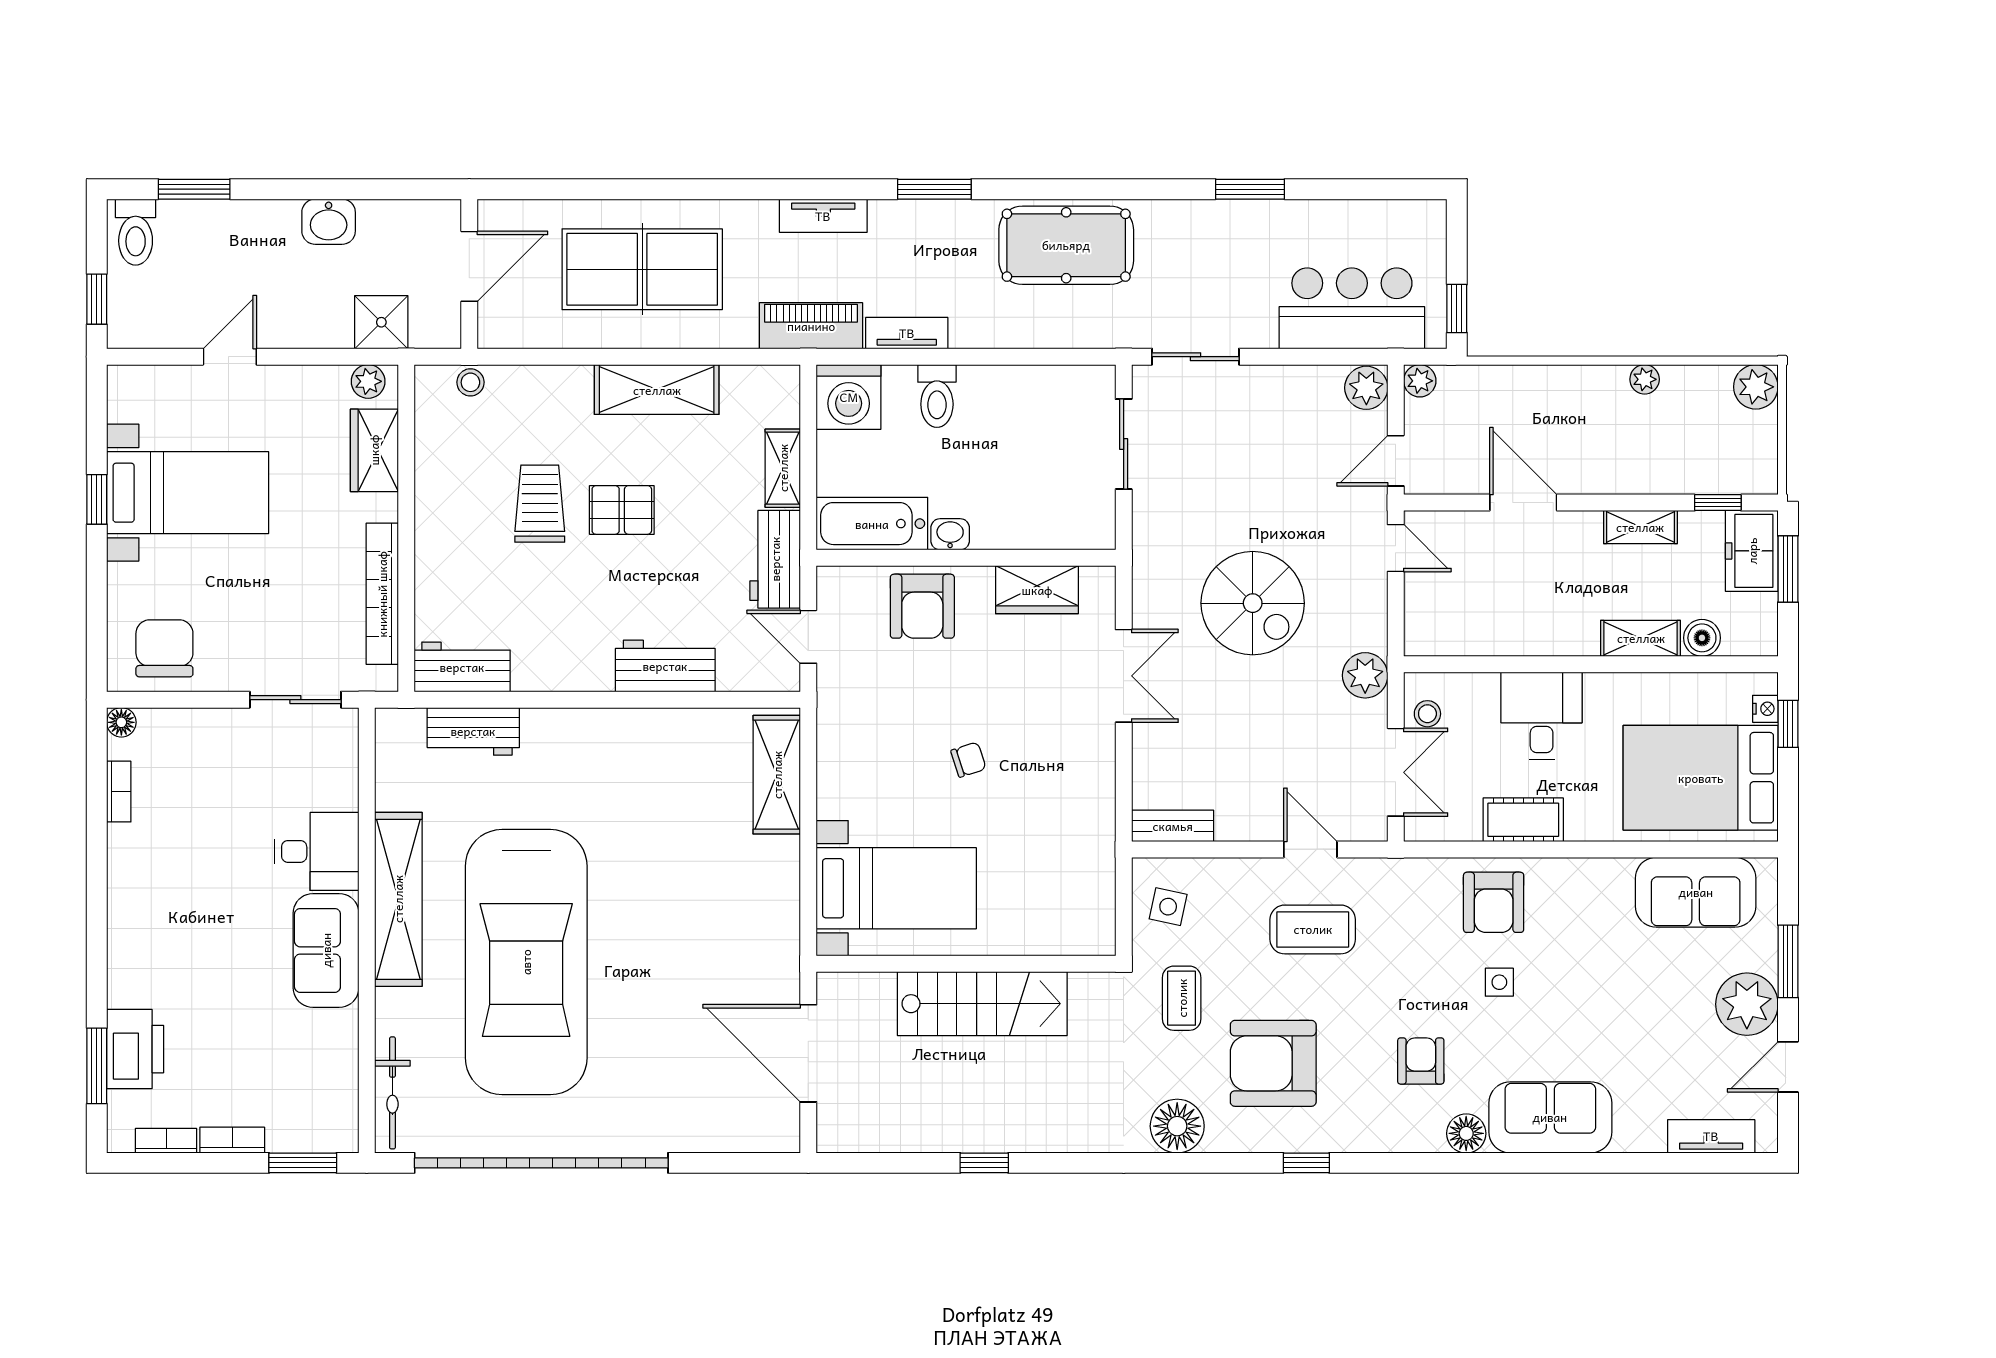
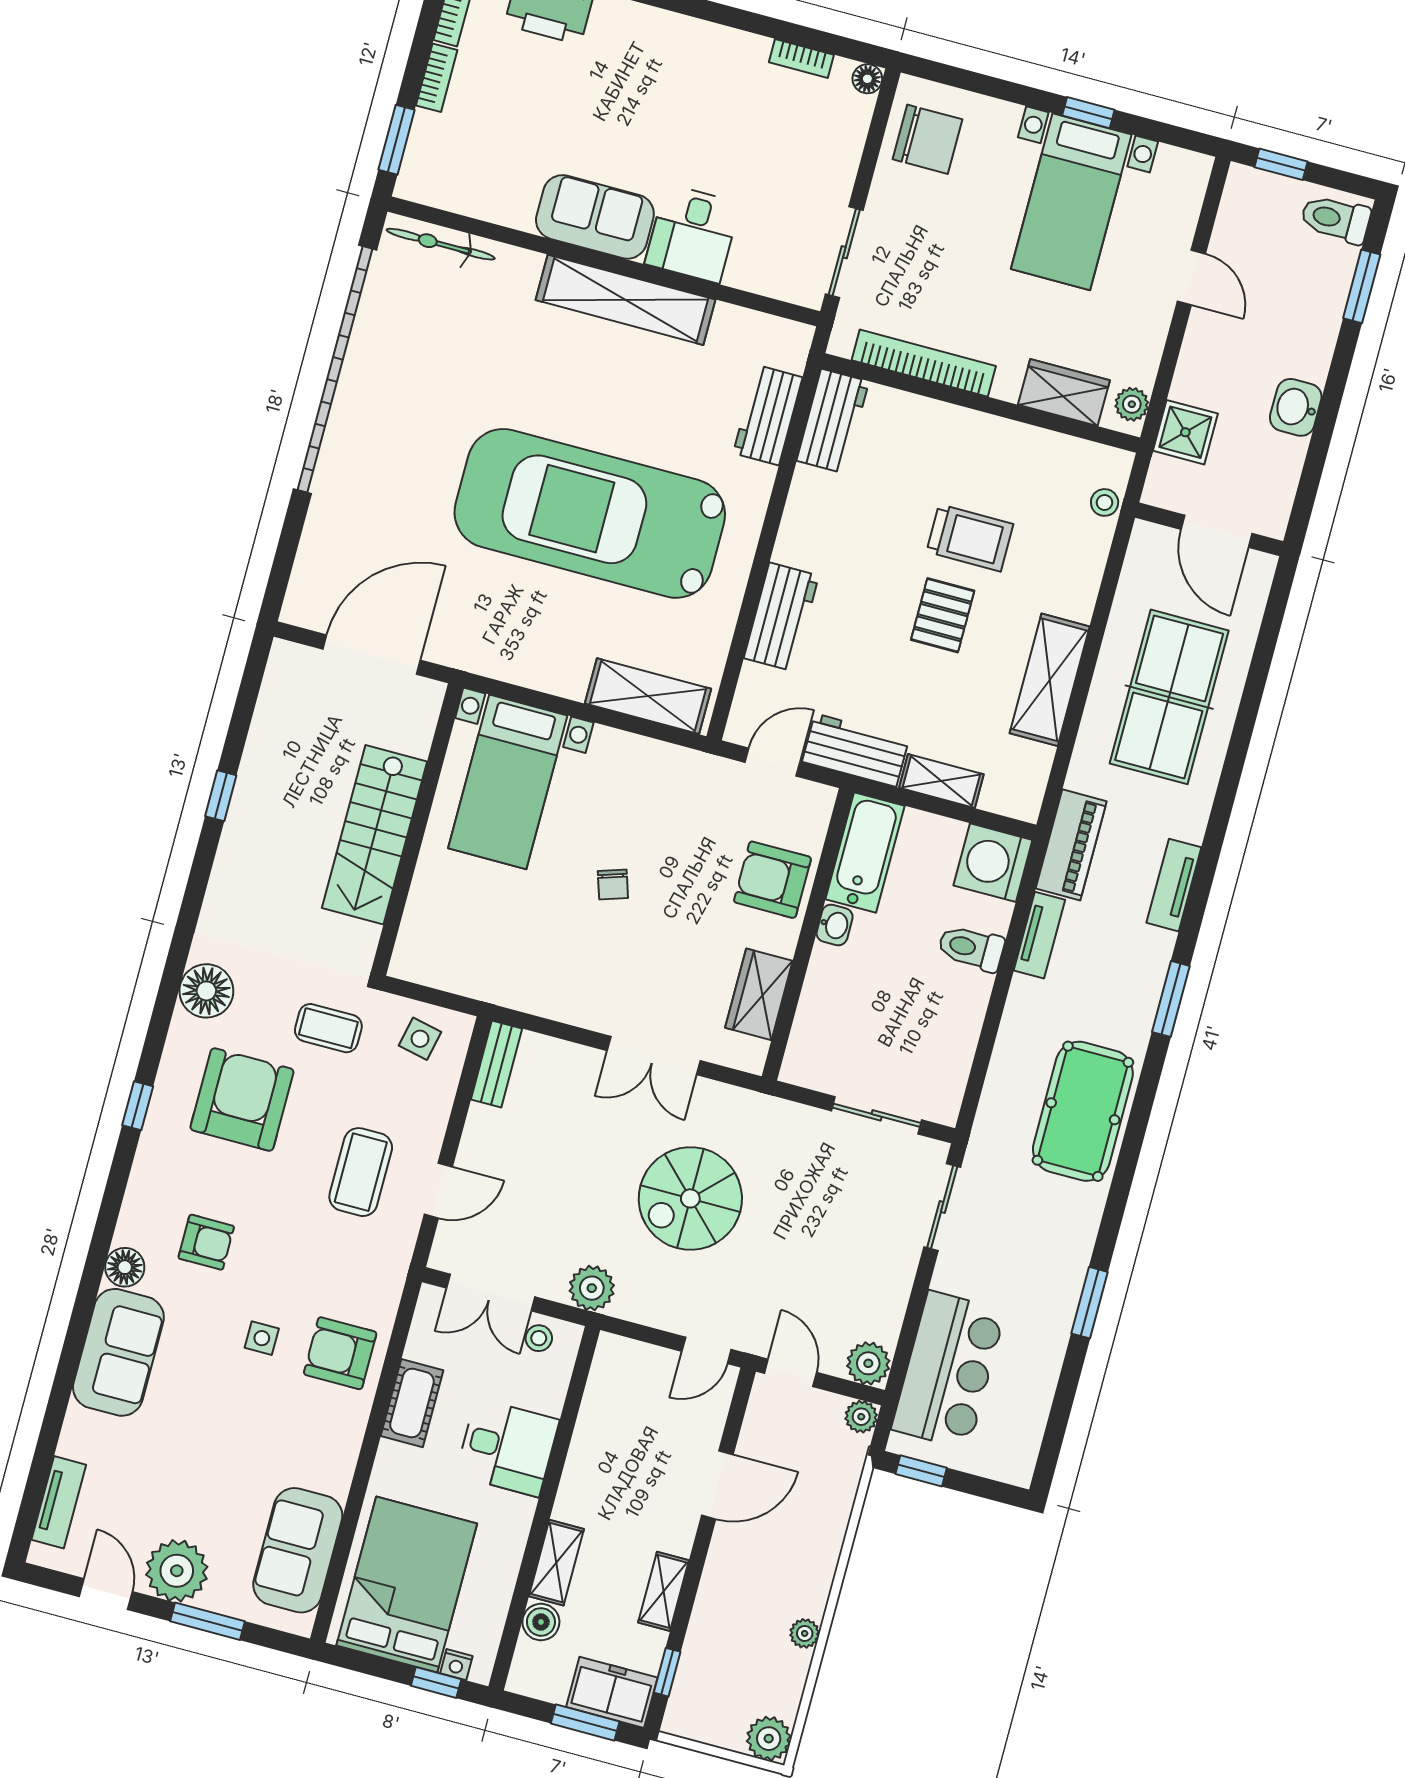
car: (526, 962) -> (590, 513), moved

